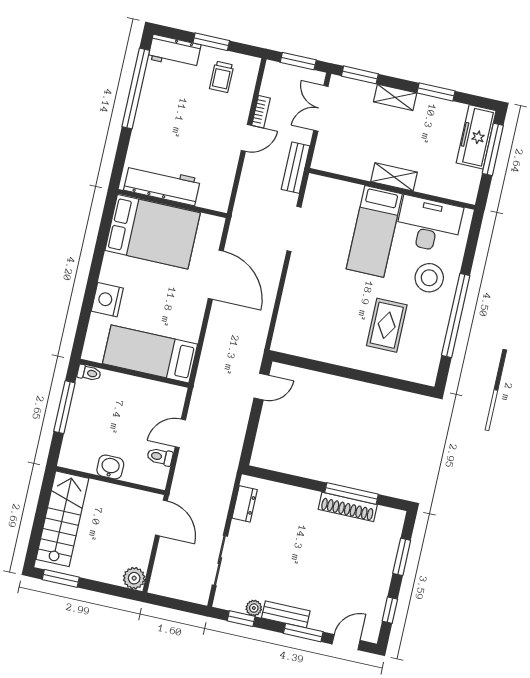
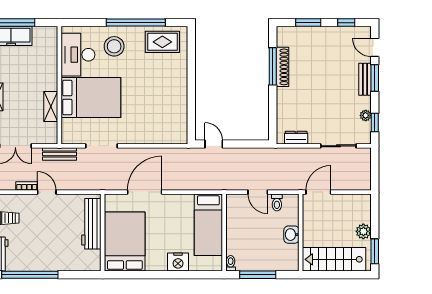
shelving: (394, 177) -> (51, 107), moved
workbench: (162, 185) -> (91, 224), moved
bed: (374, 231) -> (91, 97), width x1.50
rug: (387, 325) -> (162, 42), moved
plant: (134, 578) -> (363, 231), moved
bench: (286, 614) -> (365, 79), moved

